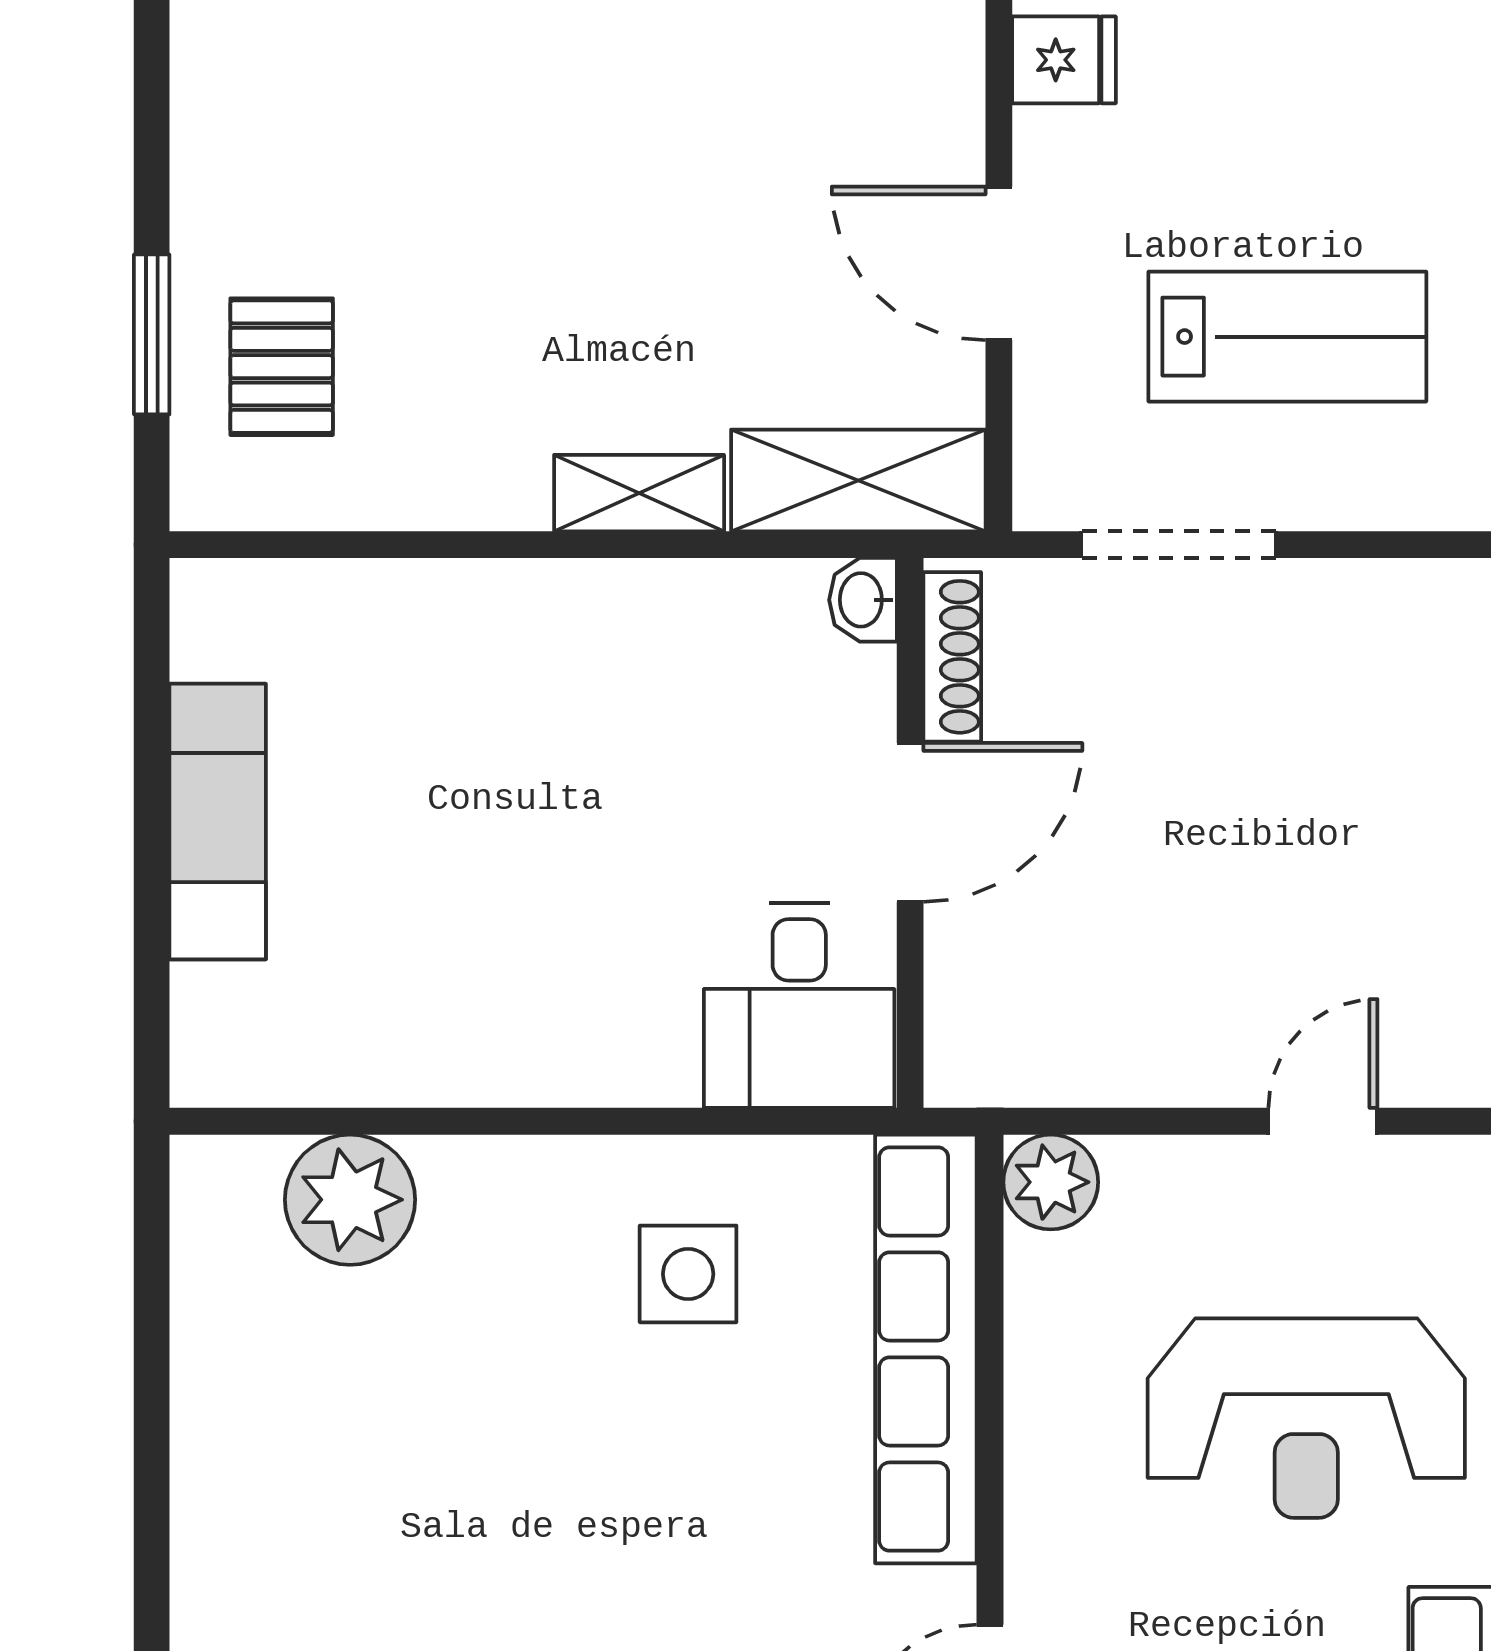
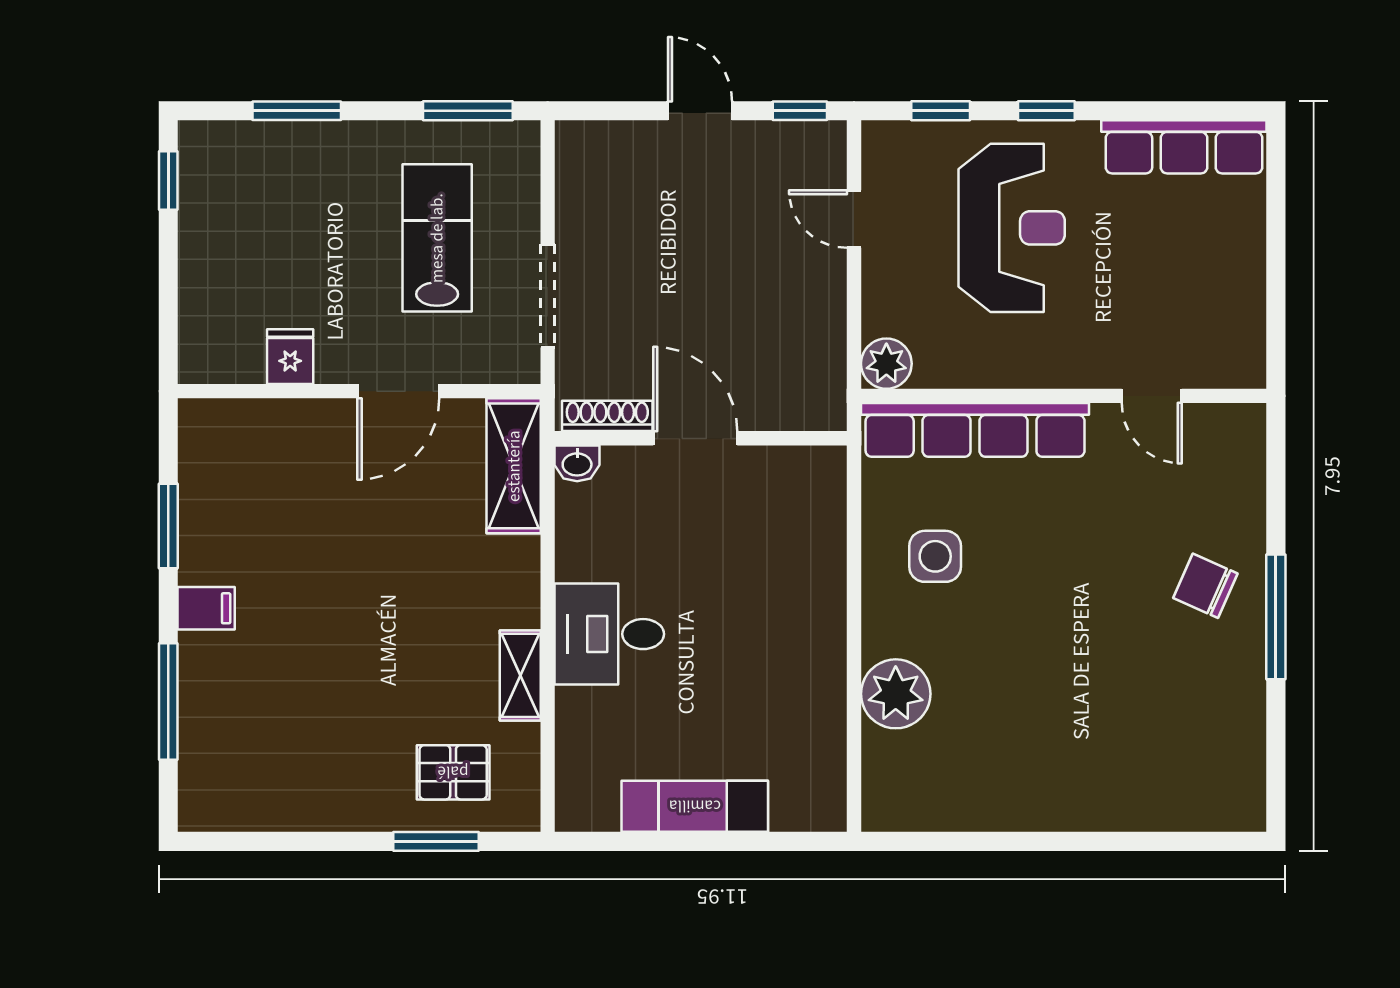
shelving: (639, 493) -> (520, 675), moved
desk: (799, 1005) -> (609, 634), moved, turned 180
plant: (350, 1200) -> (896, 694), moved

